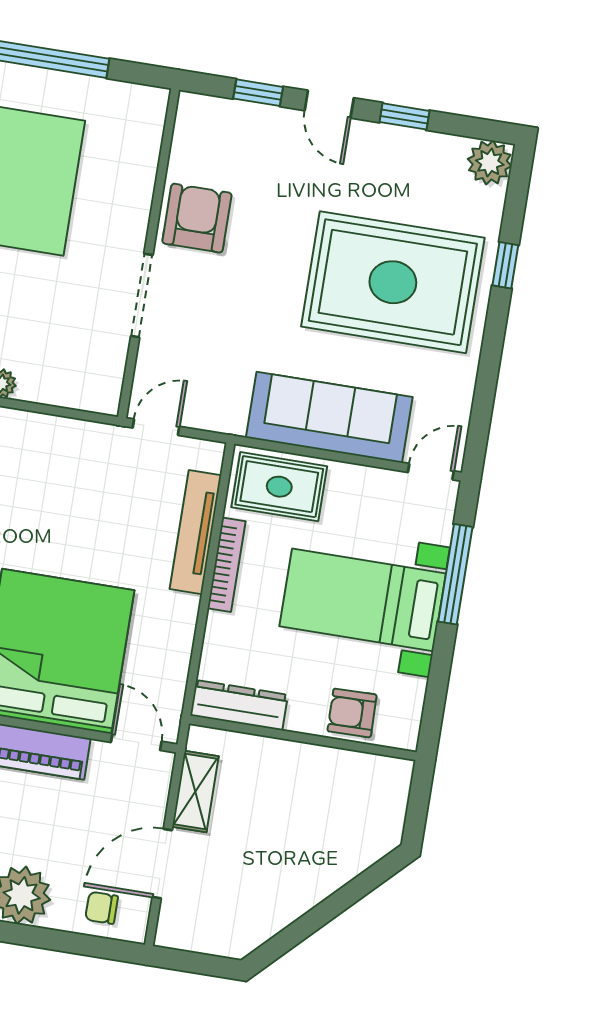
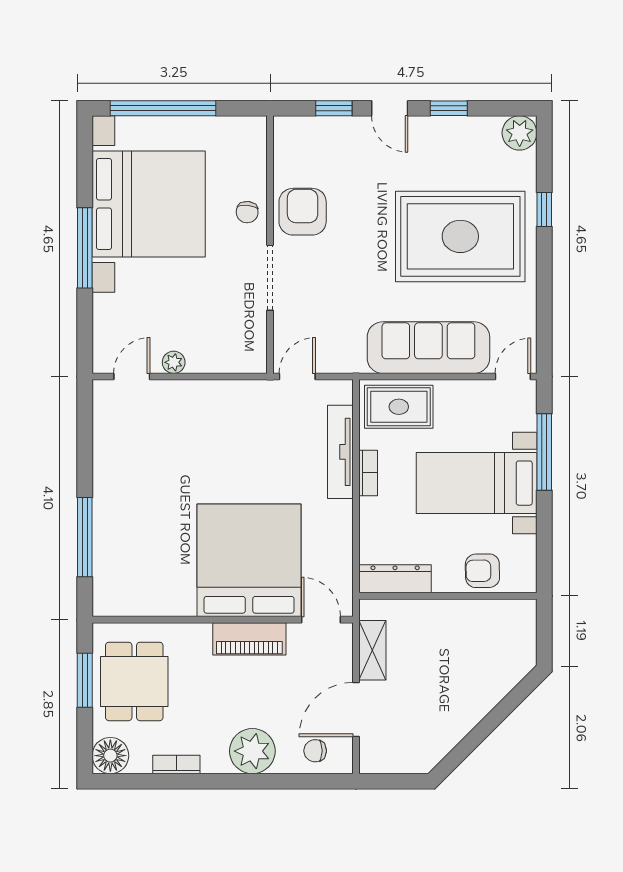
chair: (126, 207) -> (247, 212), added
bookcase: (226, 565) -> (368, 473), width x0.64

